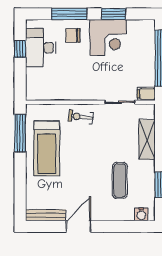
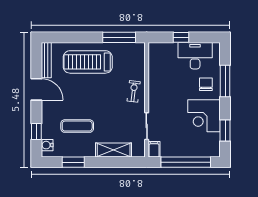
window: (114, 14) -> (225, 130), moved
window: (20, 49) -> (181, 37), moved
treadmill: (47, 148) -> (88, 62), moved
window: (126, 226) -> (36, 131), added

